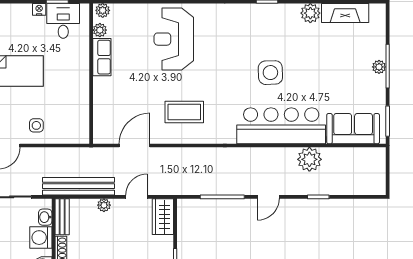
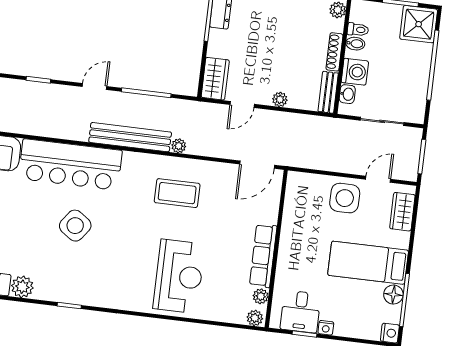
row of seats: (102, 57) -> (263, 256), width x1.48
side table: (270, 73) -> (75, 226), turned 38
side table: (36, 125) -> (345, 198), width x1.87, depth x1.87
door: (135, 145) -> (257, 165), moved
plant: (309, 159) -> (179, 146), moved, width x0.53, depth x0.53
bench: (78, 186) -> (130, 137), moved

